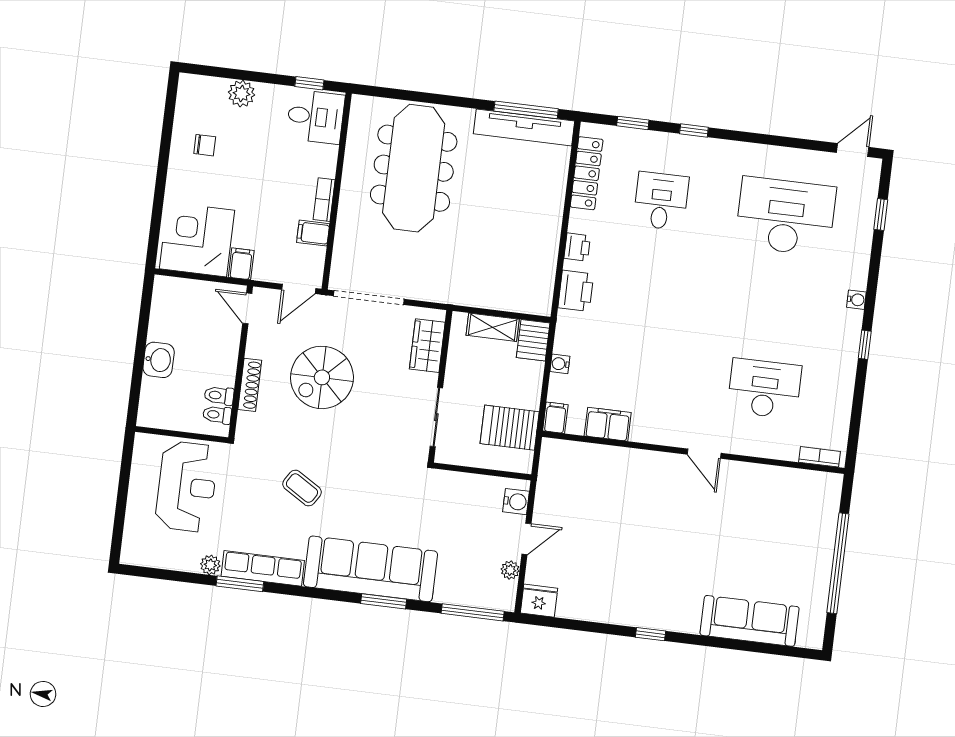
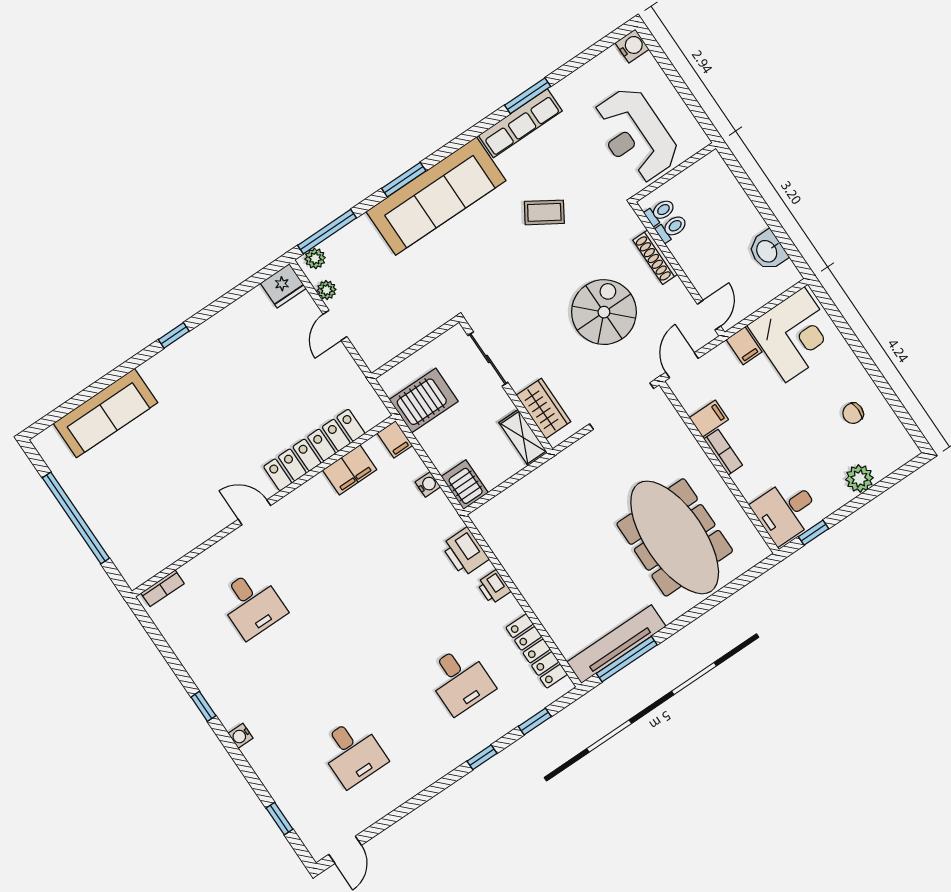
desk: (785, 216) -> (352, 753), width x0.53, depth x0.77
door: (247, 308) -> (709, 315), hinge flipped
shelving: (493, 327) -> (523, 438), moved, turned 90
washbasin: (159, 360) -> (767, 251), moved
desk: (764, 389) -> (252, 604), width x0.73
locker: (621, 461) -> (314, 450), added
water cooler: (516, 502) -> (632, 46), moved, turned 180
plant: (210, 565) -> (315, 258), moved

